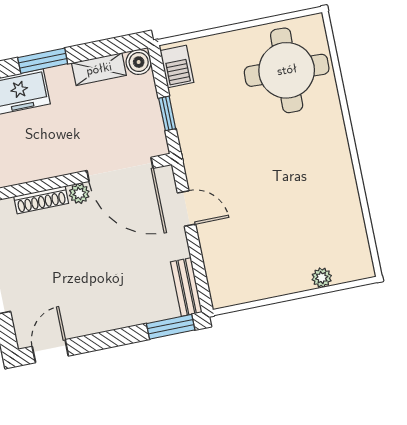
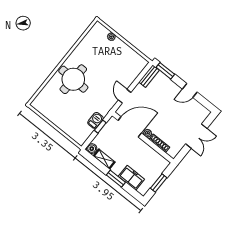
barbecue: (177, 67) -> (96, 120), moved
round table: (287, 70) -> (73, 79), moved
door: (120, 169) -> (130, 127), hinge flipped
door: (50, 351) -> (190, 91), moved

